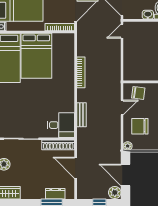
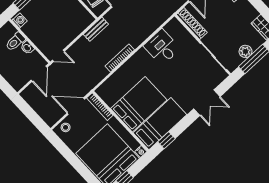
bench: (81, 115) -> (96, 29), moved
desk: (61, 125) -> (162, 47), moved

